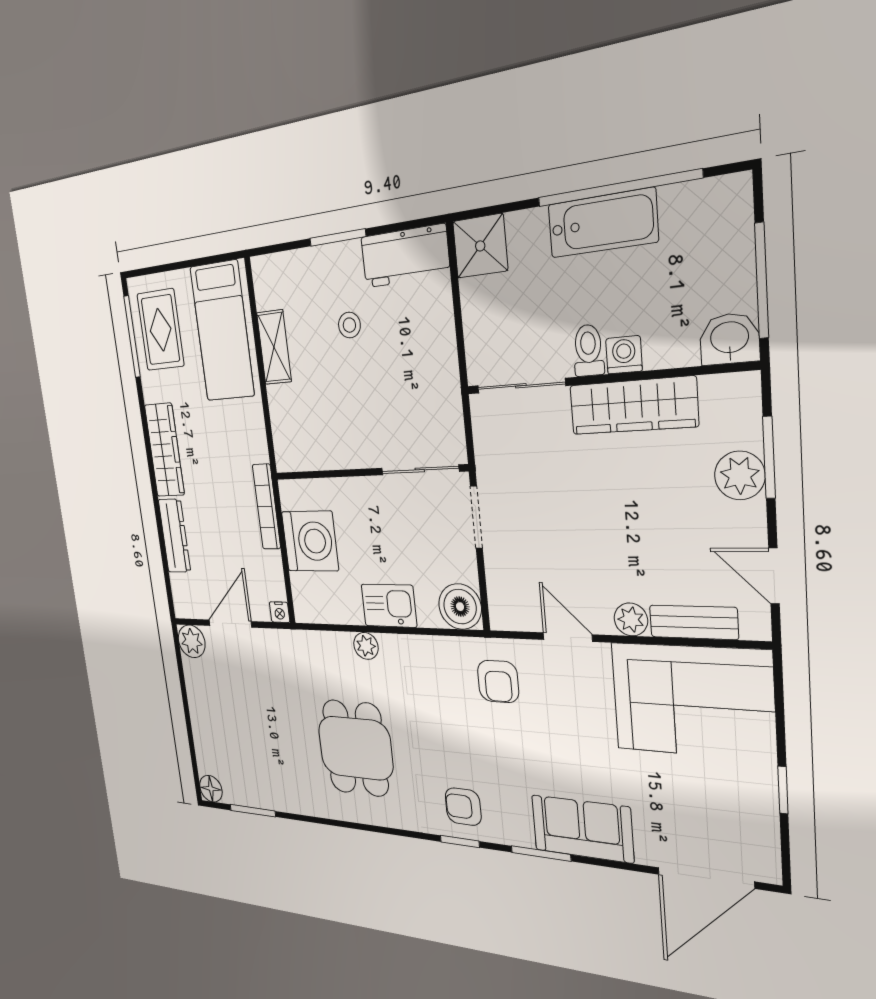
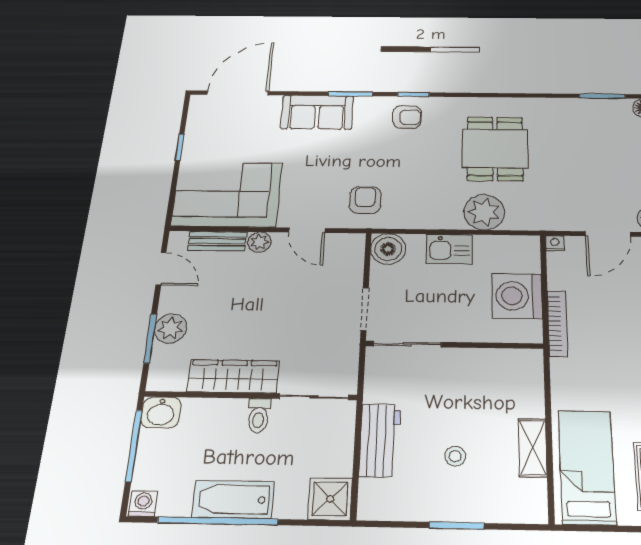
workbench: (405, 256) -> (380, 440), moved, turned 90
washing machine: (624, 355) -> (143, 504), moved, turned 180
plant: (366, 646) -> (484, 212), width x1.88, depth x1.88

